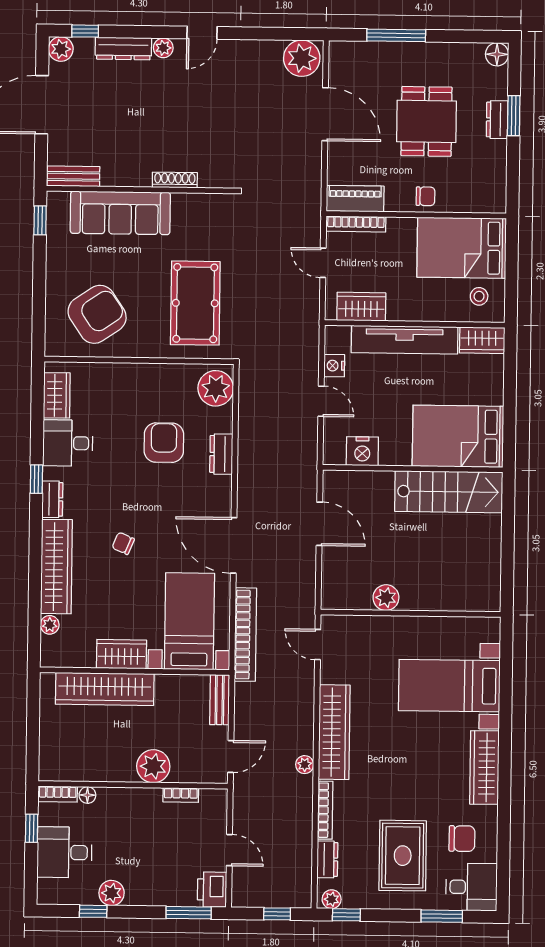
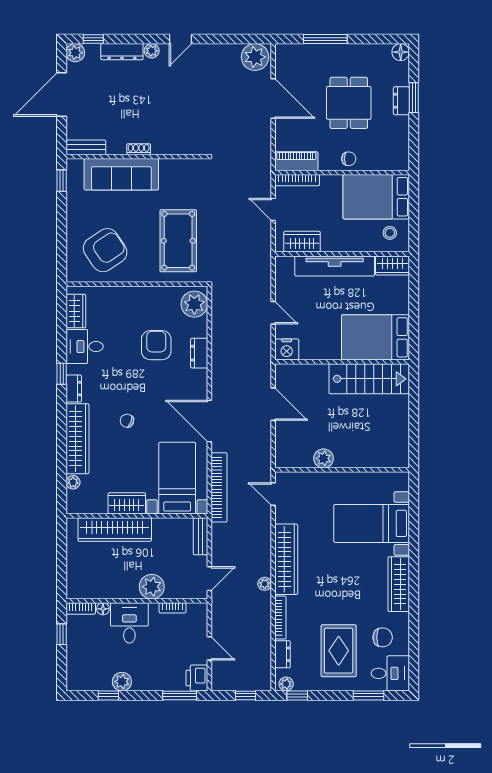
shoe rack: (175, 180) -> (139, 149), moved, width x0.70
nightstand: (334, 366) -> (282, 286), removed
nightstand: (362, 451) -> (287, 349), moved
desk: (64, 852) -> (129, 623), moved, turned 90

